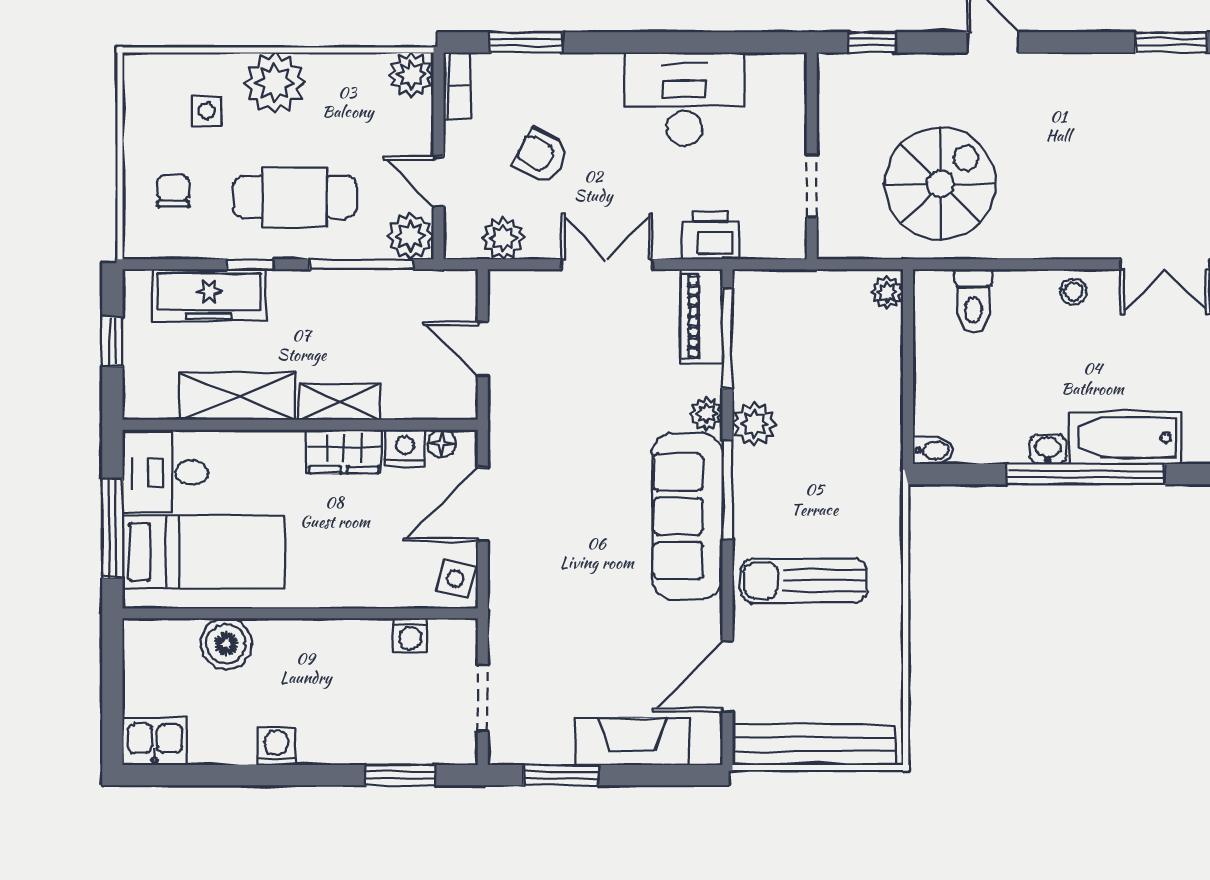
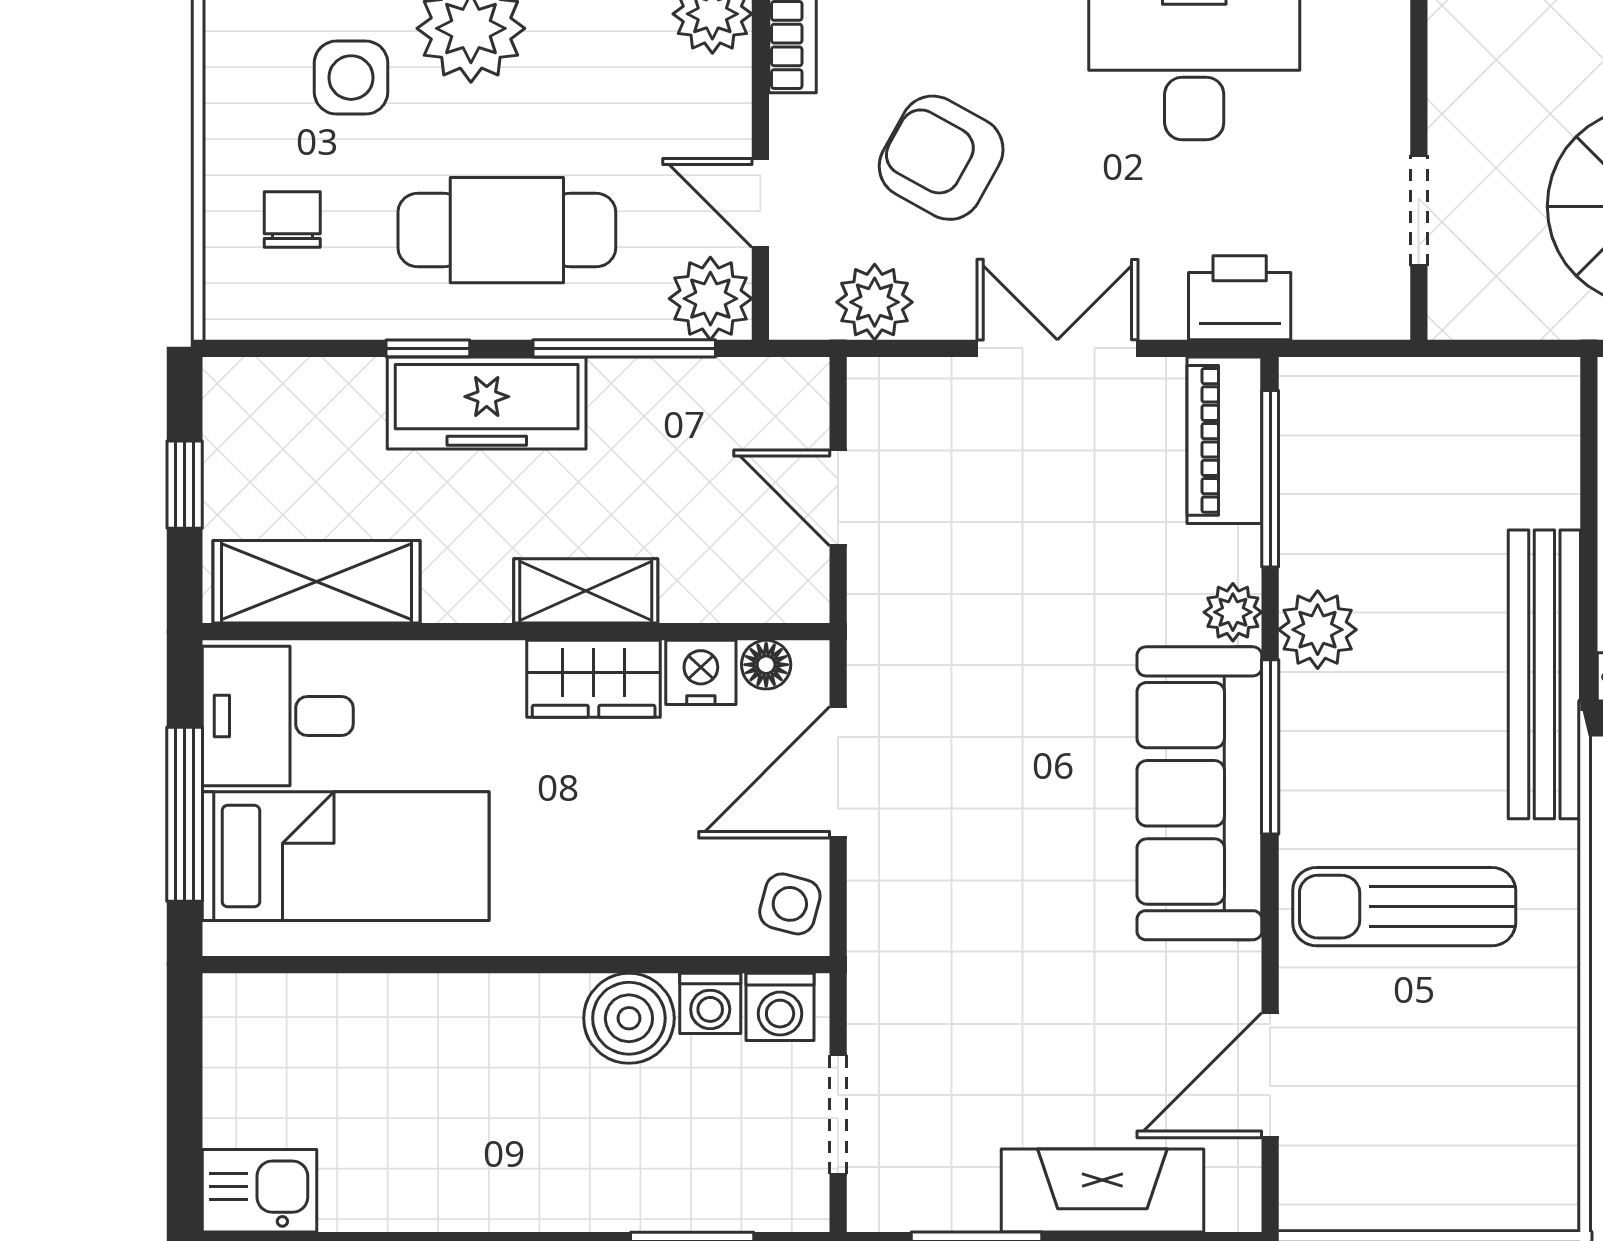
side table: (207, 111) -> (351, 78), width x1.37, depth x1.37
armchair: (541, 156) -> (941, 158), width x1.38, depth x1.38
plant: (887, 292) -> (1552, 398), removed
freezer: (209, 295) -> (487, 403), moved
shelving: (237, 397) -> (316, 582), moved
boiler: (226, 644) -> (629, 1018), moved
bench: (814, 745) -> (1544, 674), moved, turned 90
washing machine: (277, 746) -> (780, 1007), moved, turned 180

